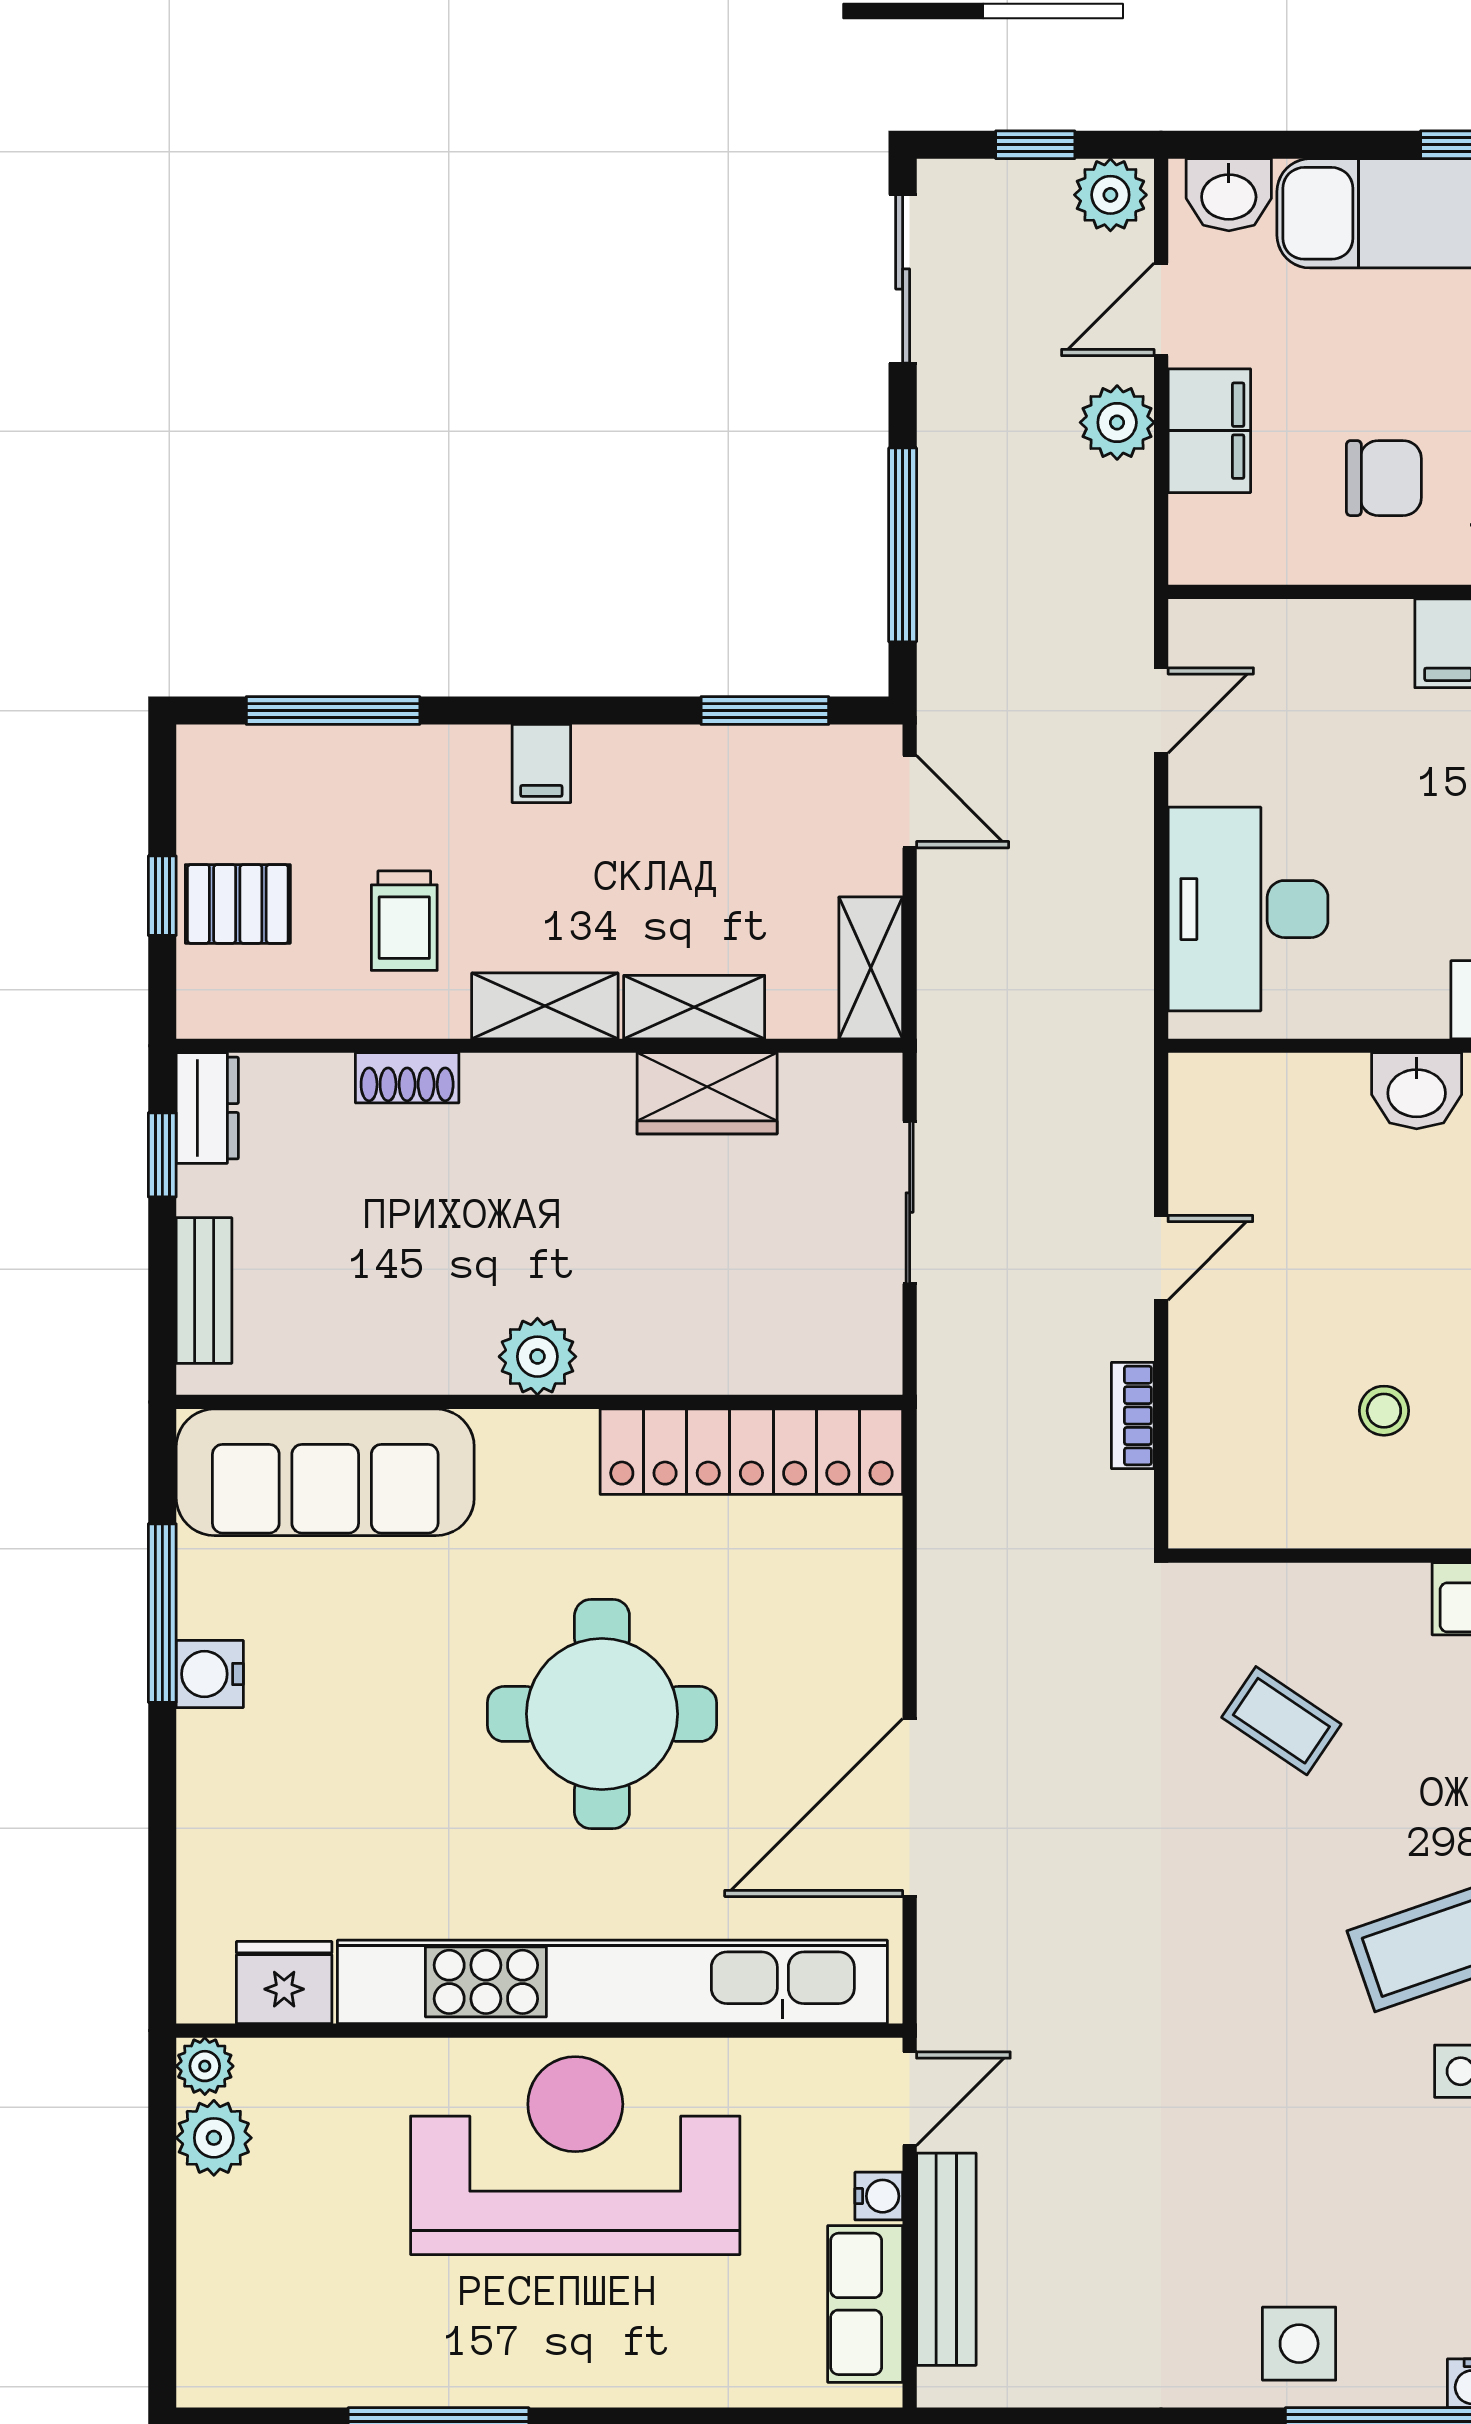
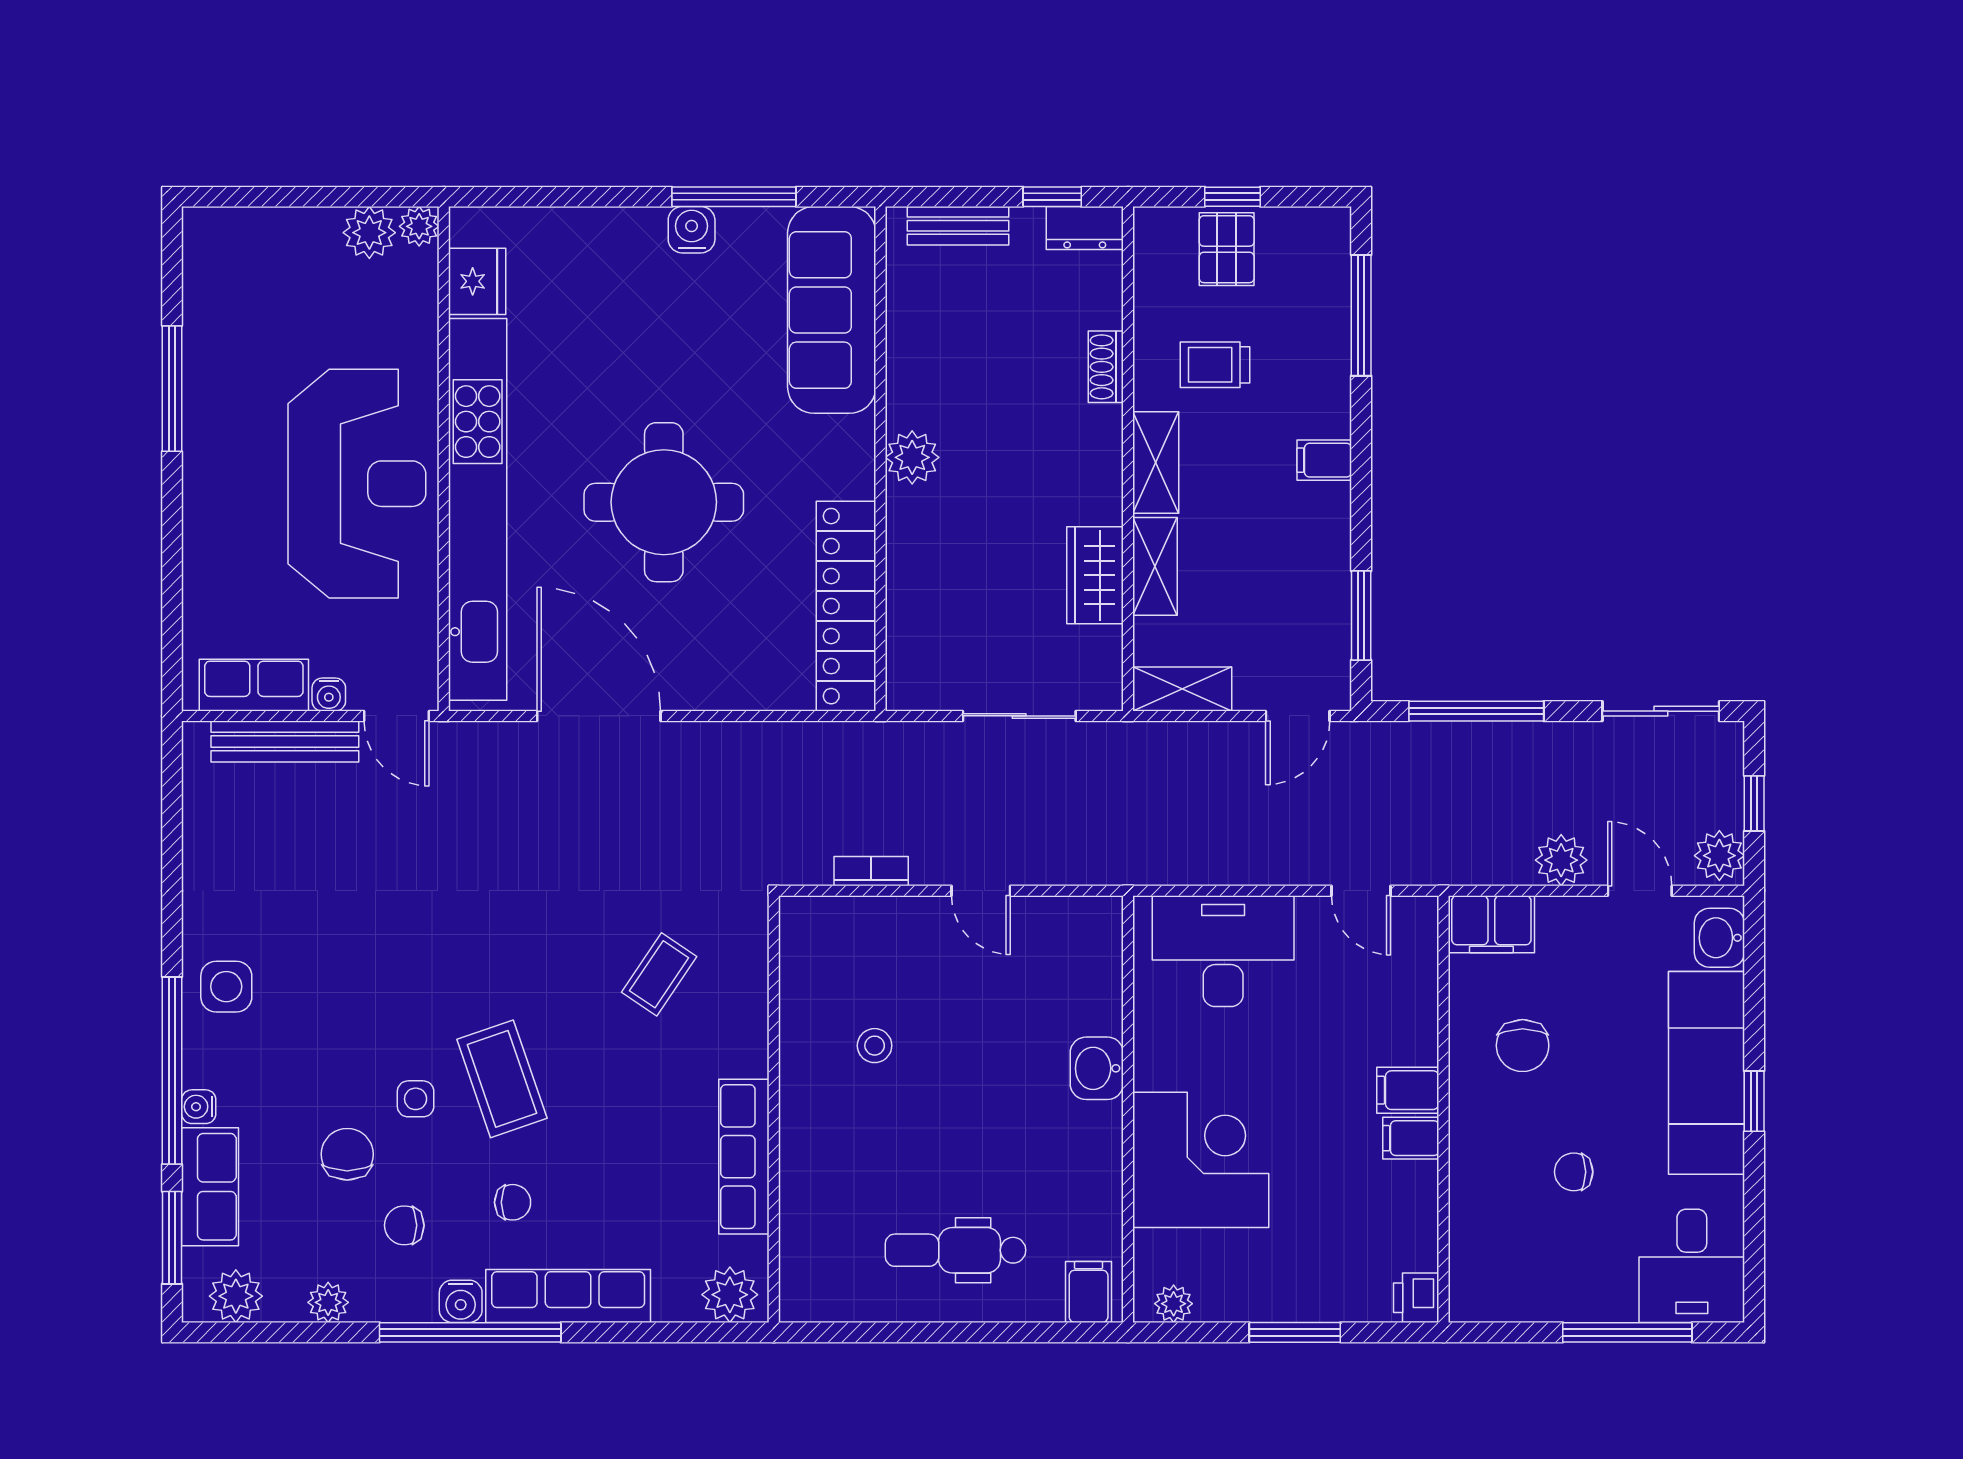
filing cabinet: (1209, 431) -> (1491, 924), moved

